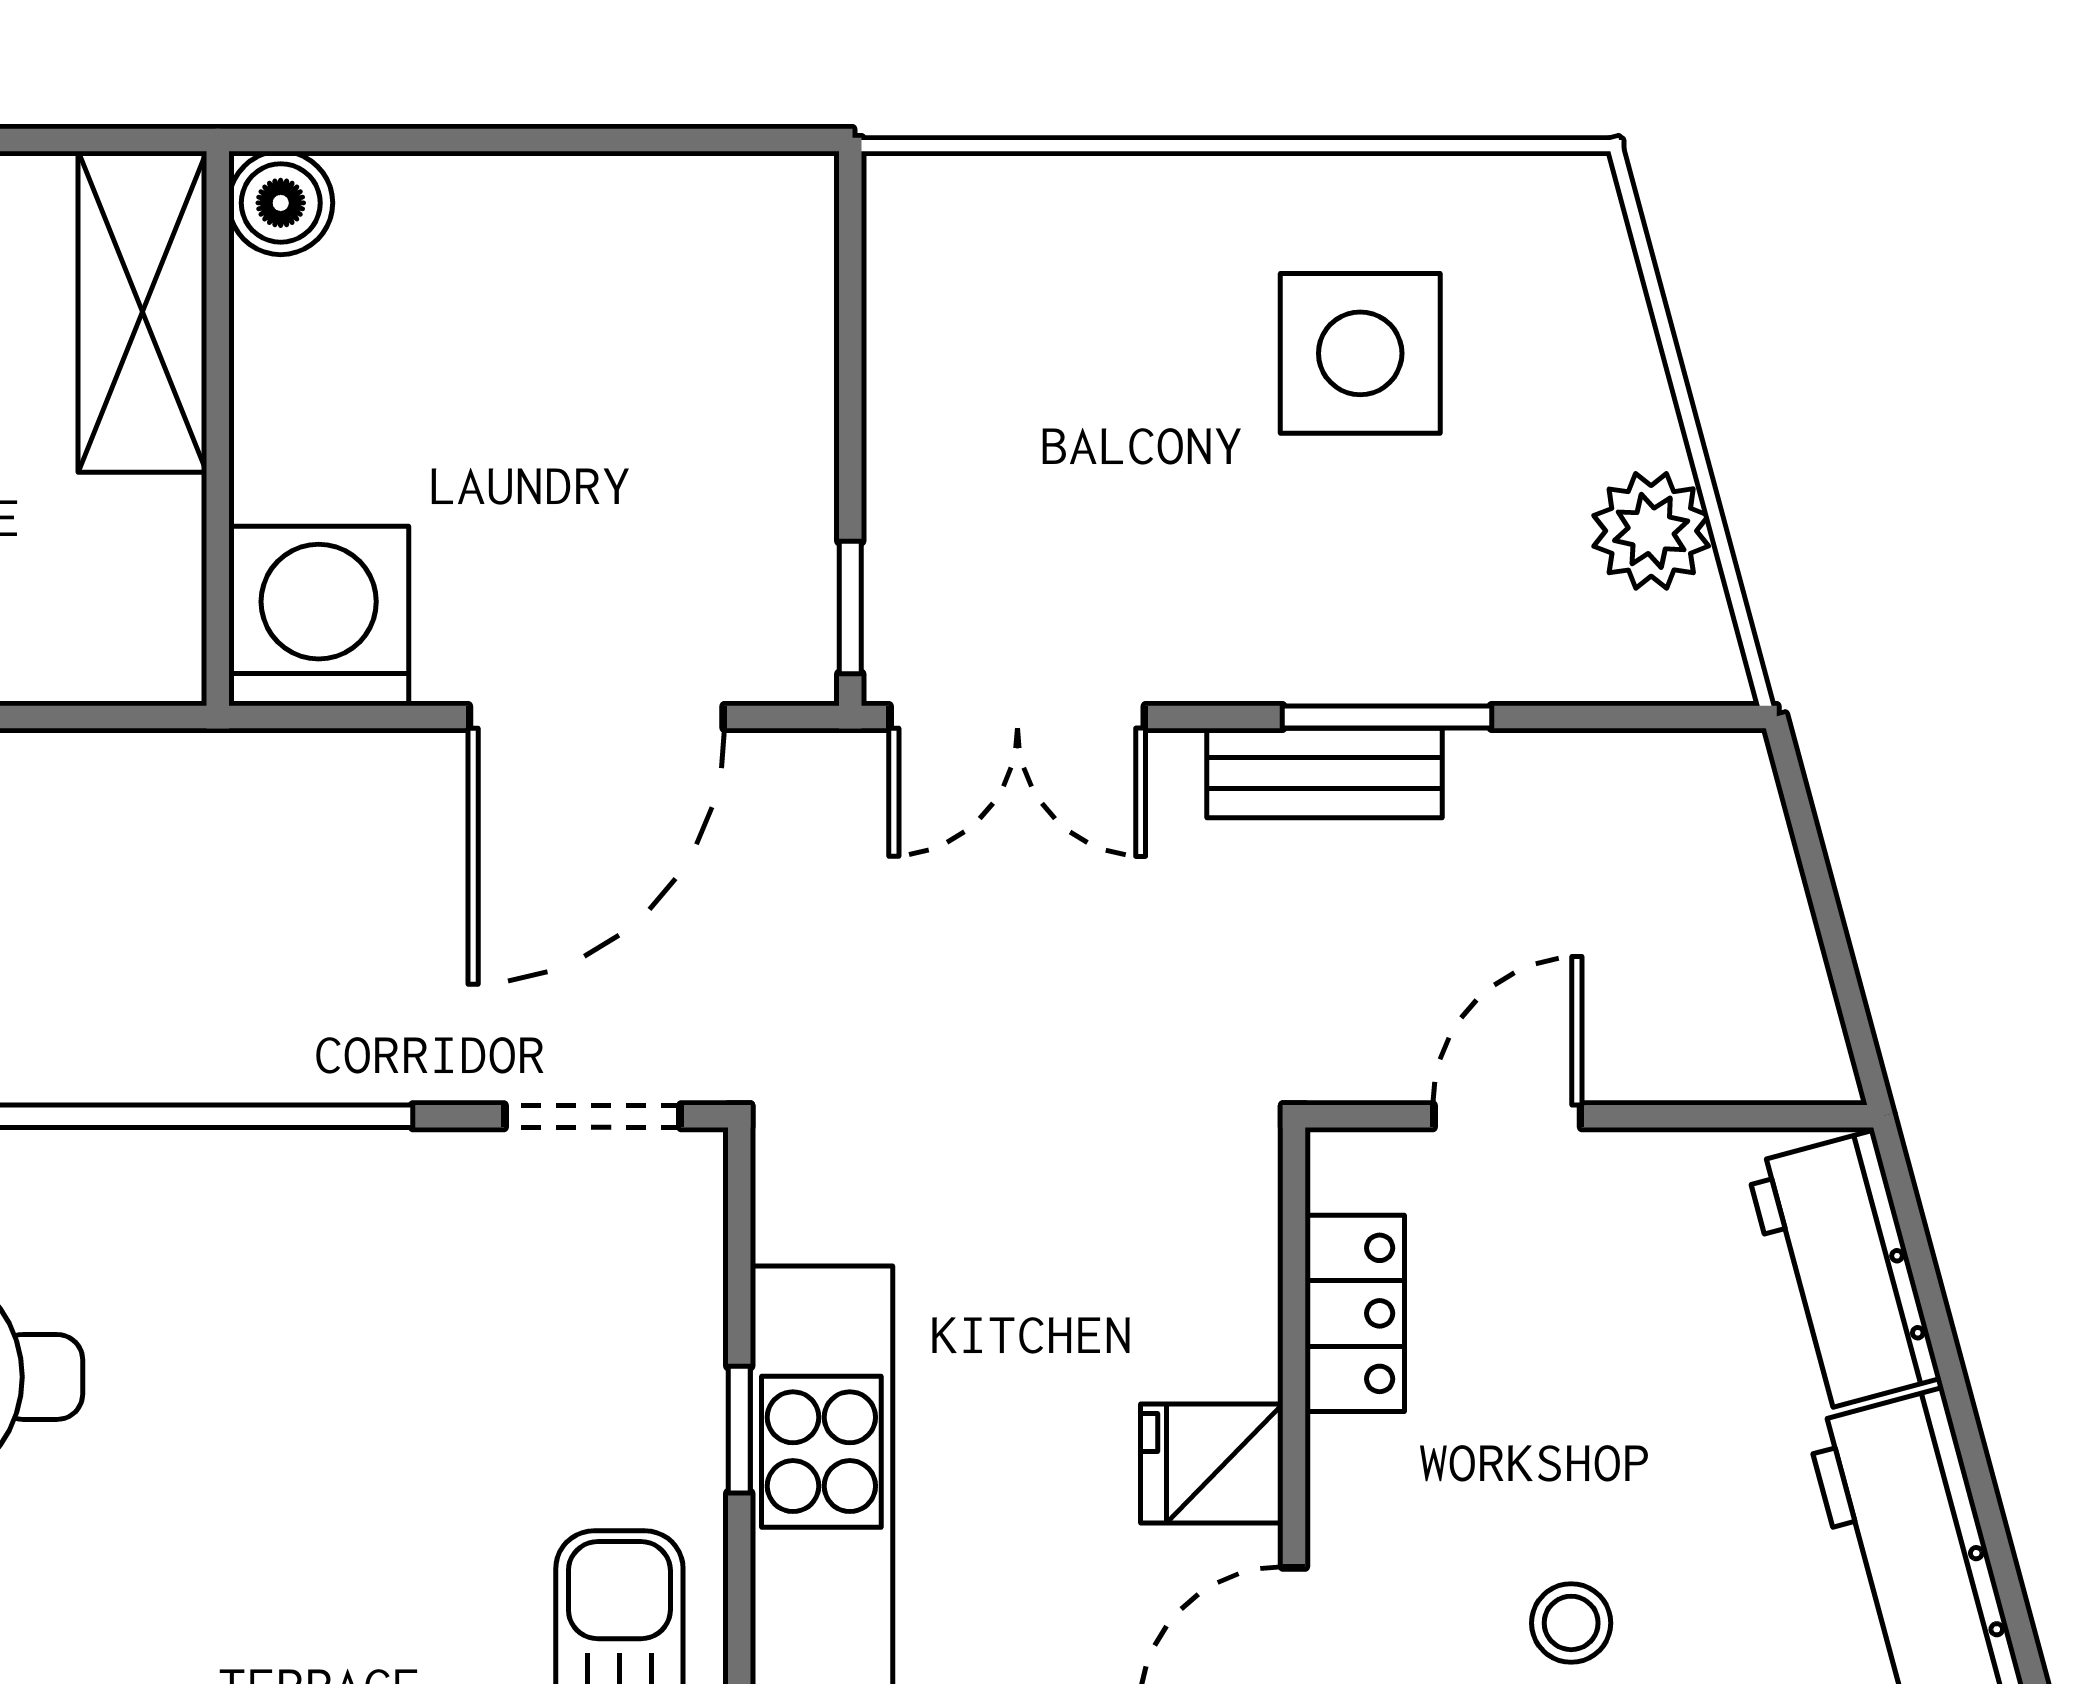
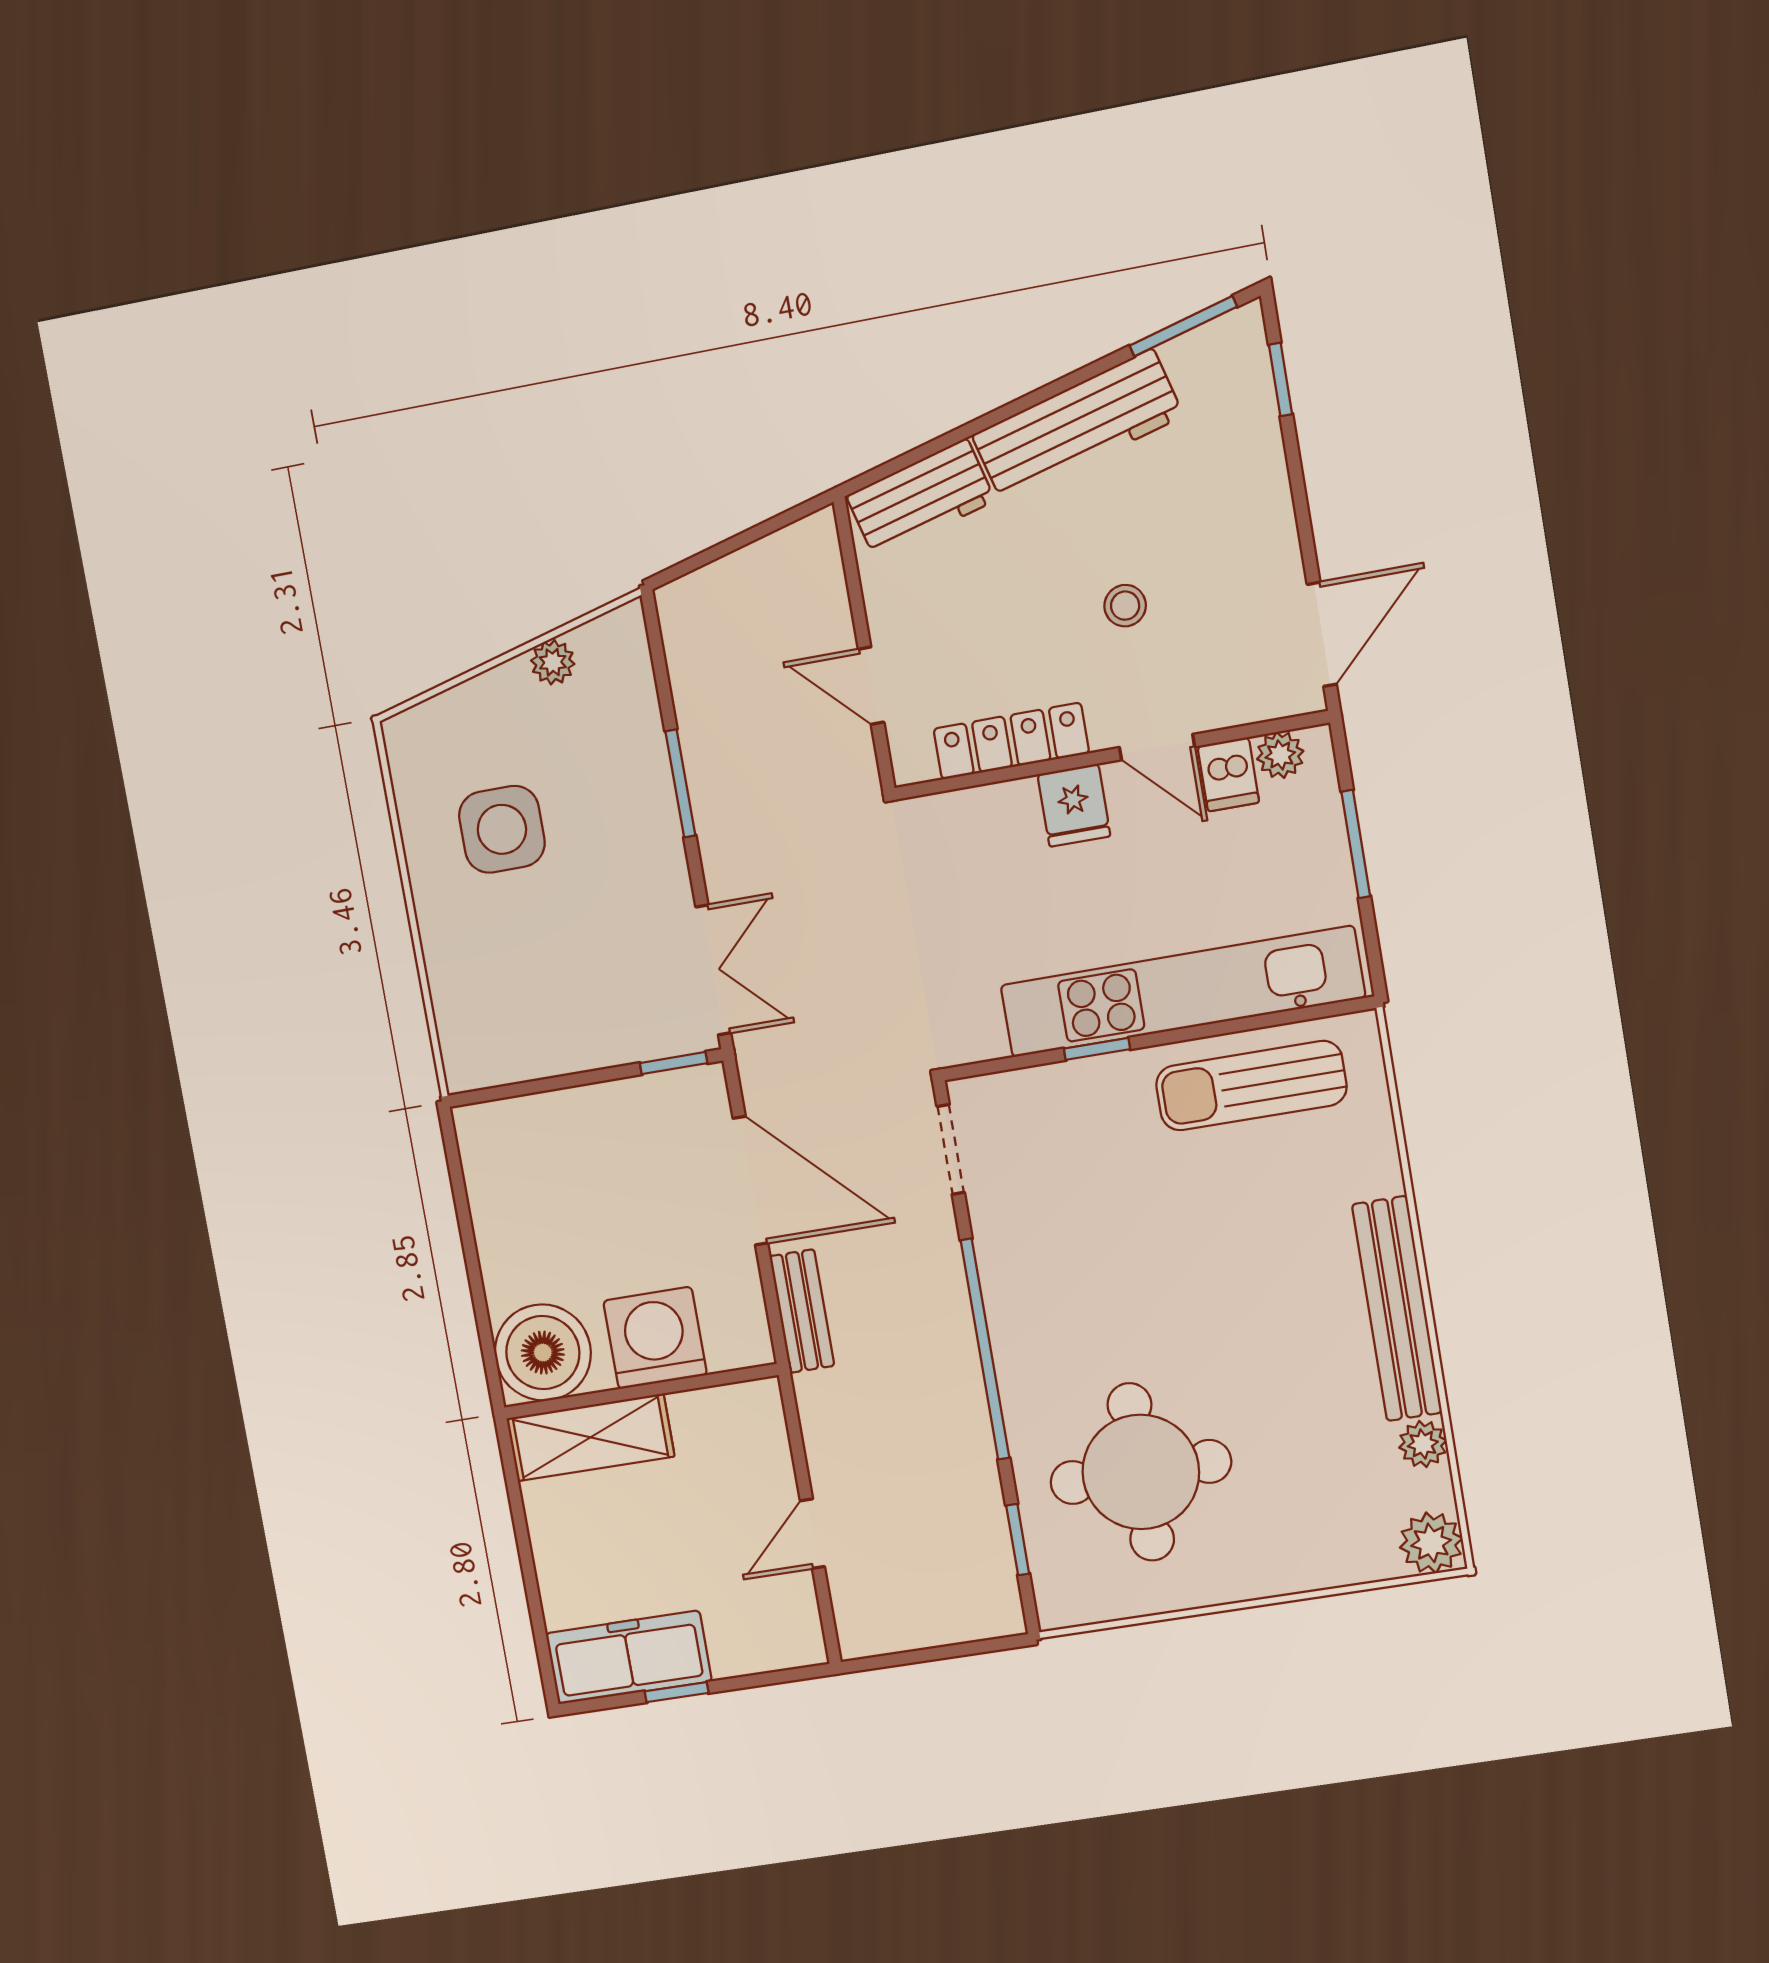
boiler: (281, 203) -> (543, 1353), width x1.86, depth x1.86
plant: (1651, 531) -> (553, 662), width x0.73, depth x0.73
washing machine: (319, 616) -> (655, 1338), moved, turned 90
bench: (1324, 773) -> (802, 1311), moved
locker: (1355, 1313) -> (1011, 741), width x1.53

